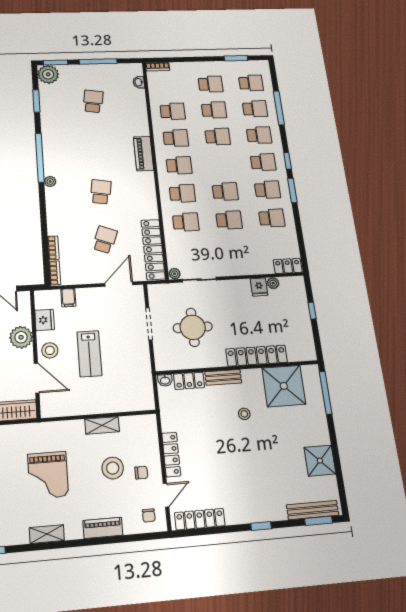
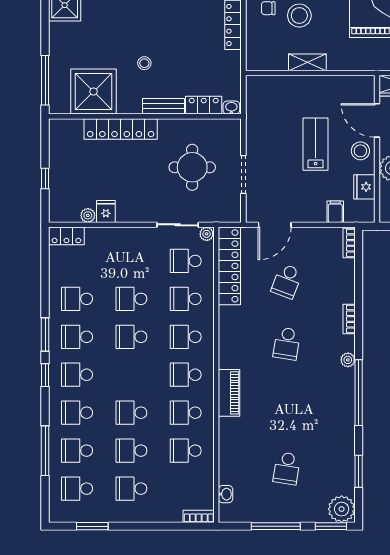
bookcase: (53, 248) -> (349, 319), moved
school desk: (189, 251) -> (186, 261), added

